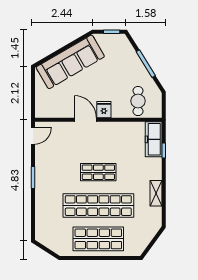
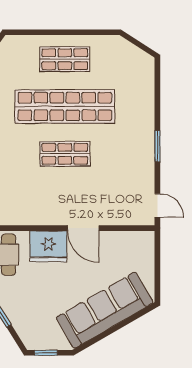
fridge: (104, 110) -> (48, 246), width x1.88, depth x1.34
door: (33, 136) -> (157, 205), swing flipped
shop shelf: (98, 239) -> (65, 59), width x0.70, depth x0.74

